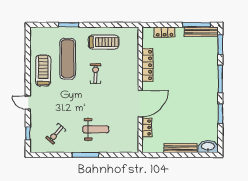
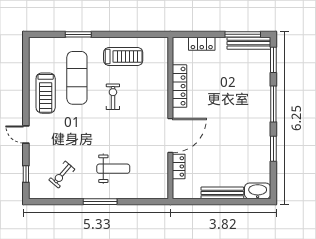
treadmill: (43, 70) -> (46, 93), turned 180

